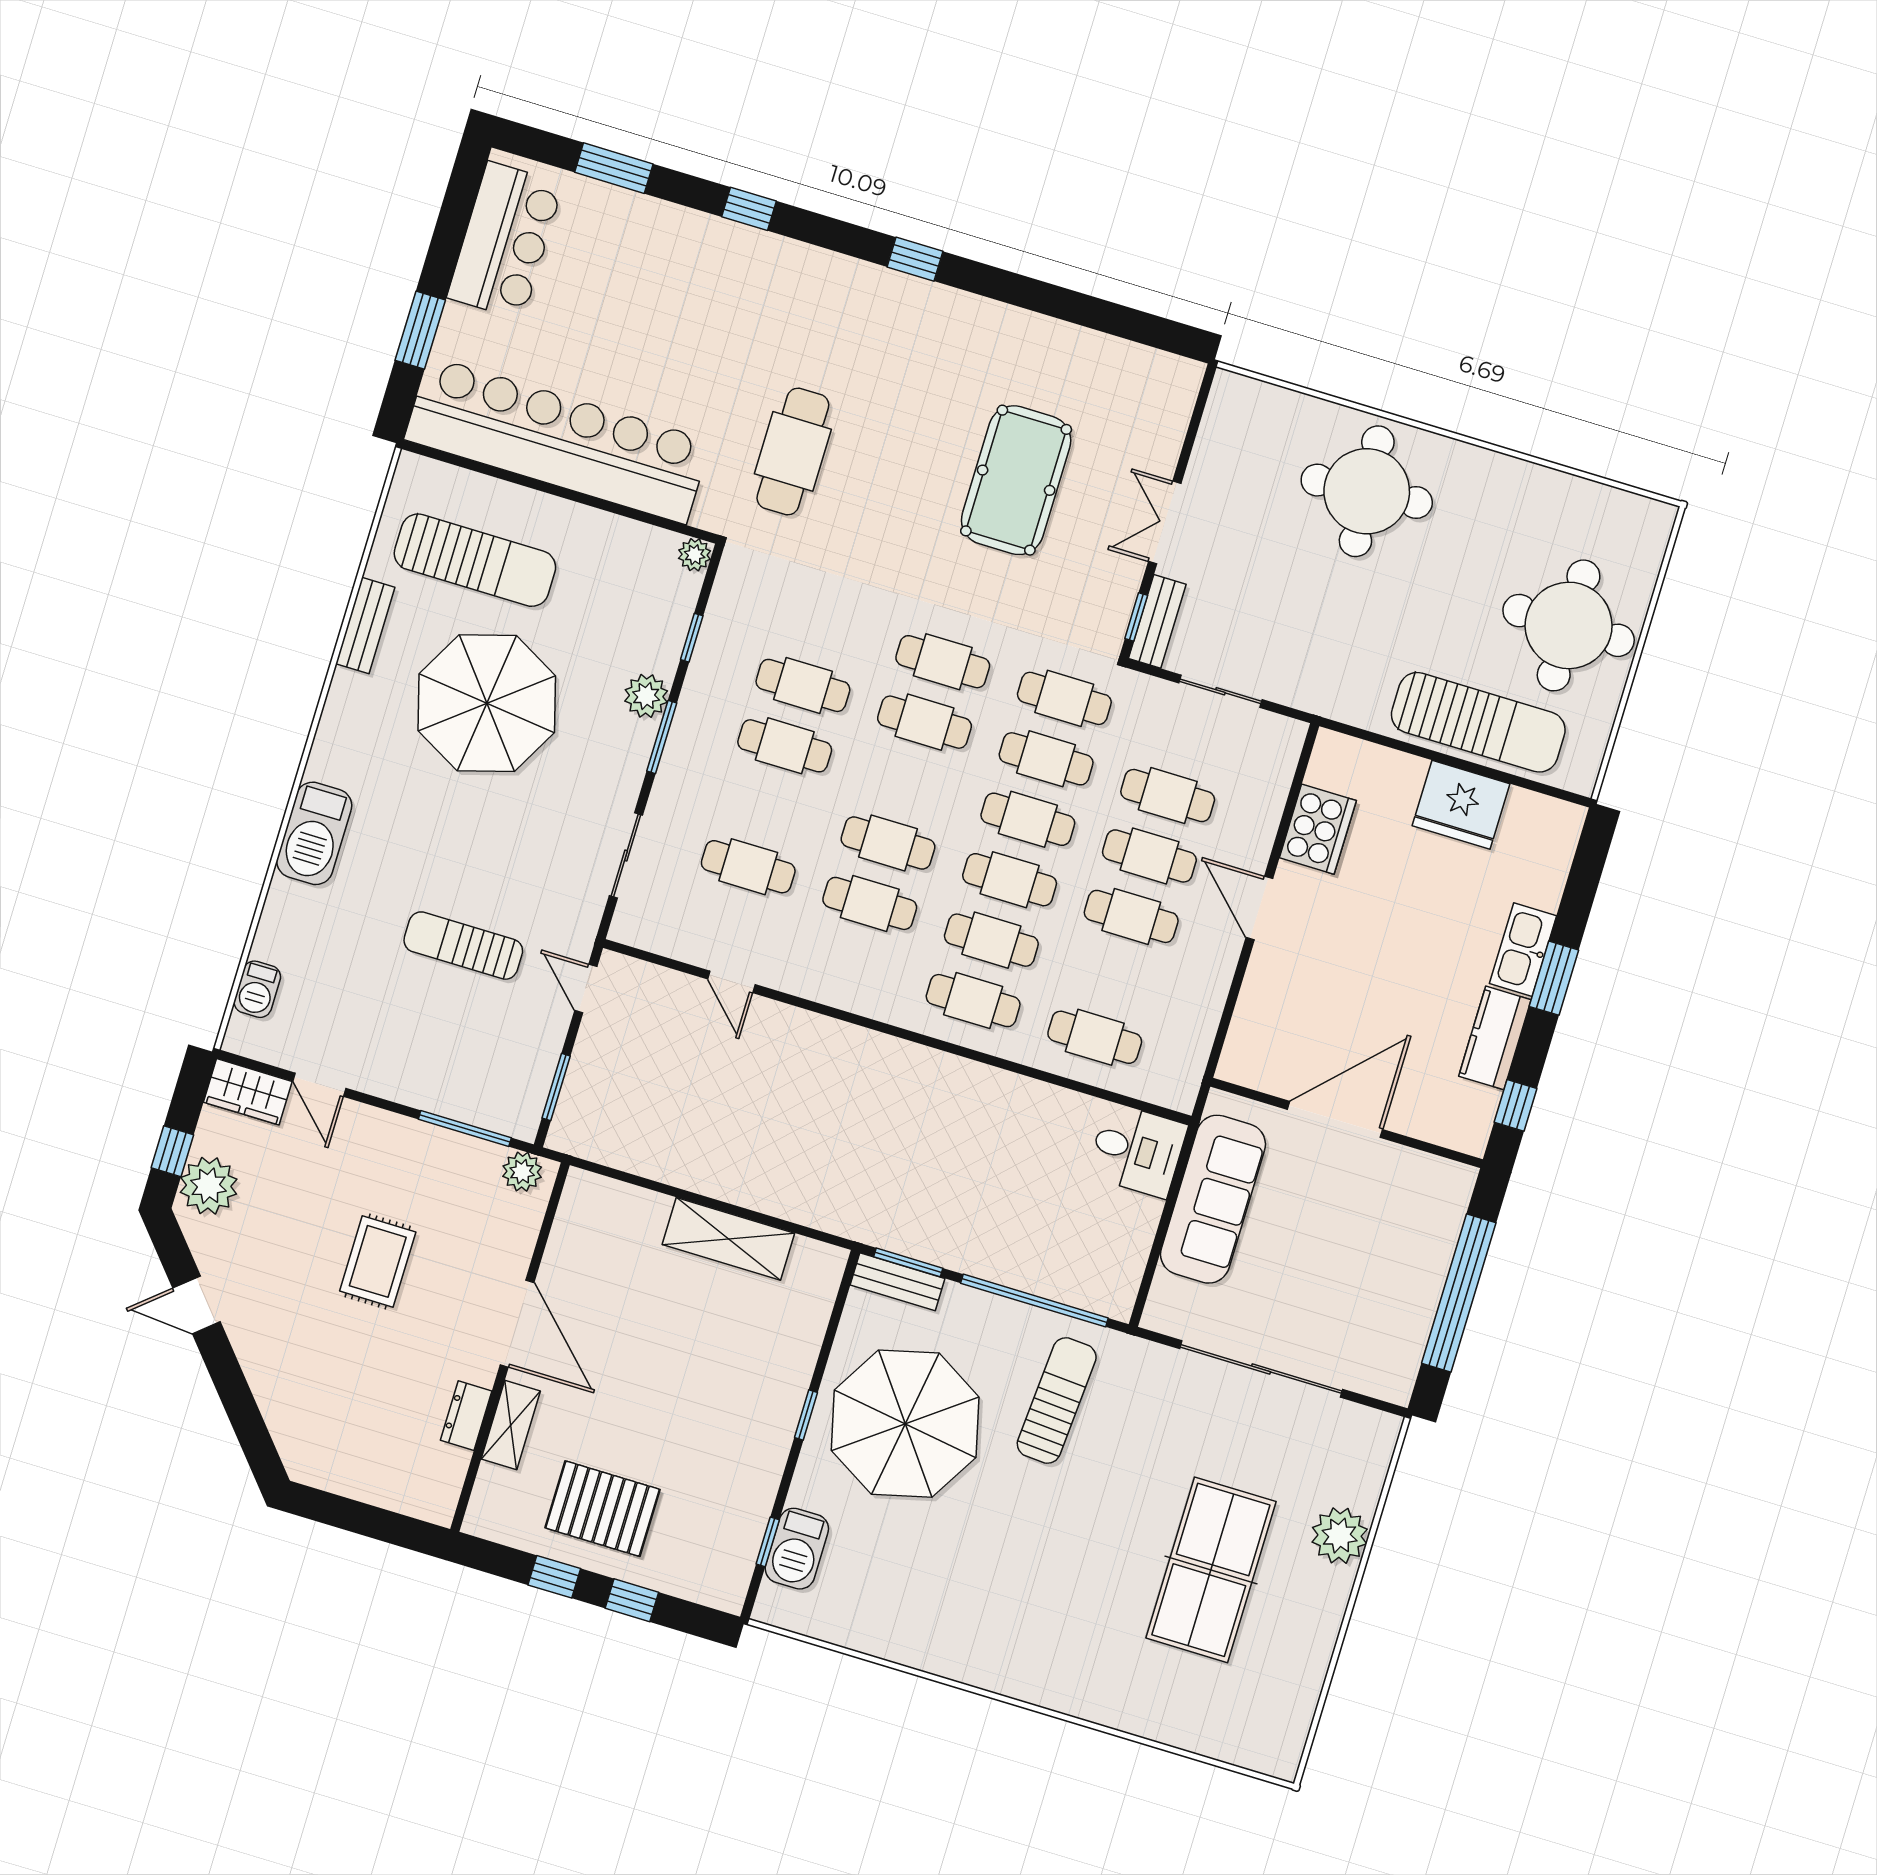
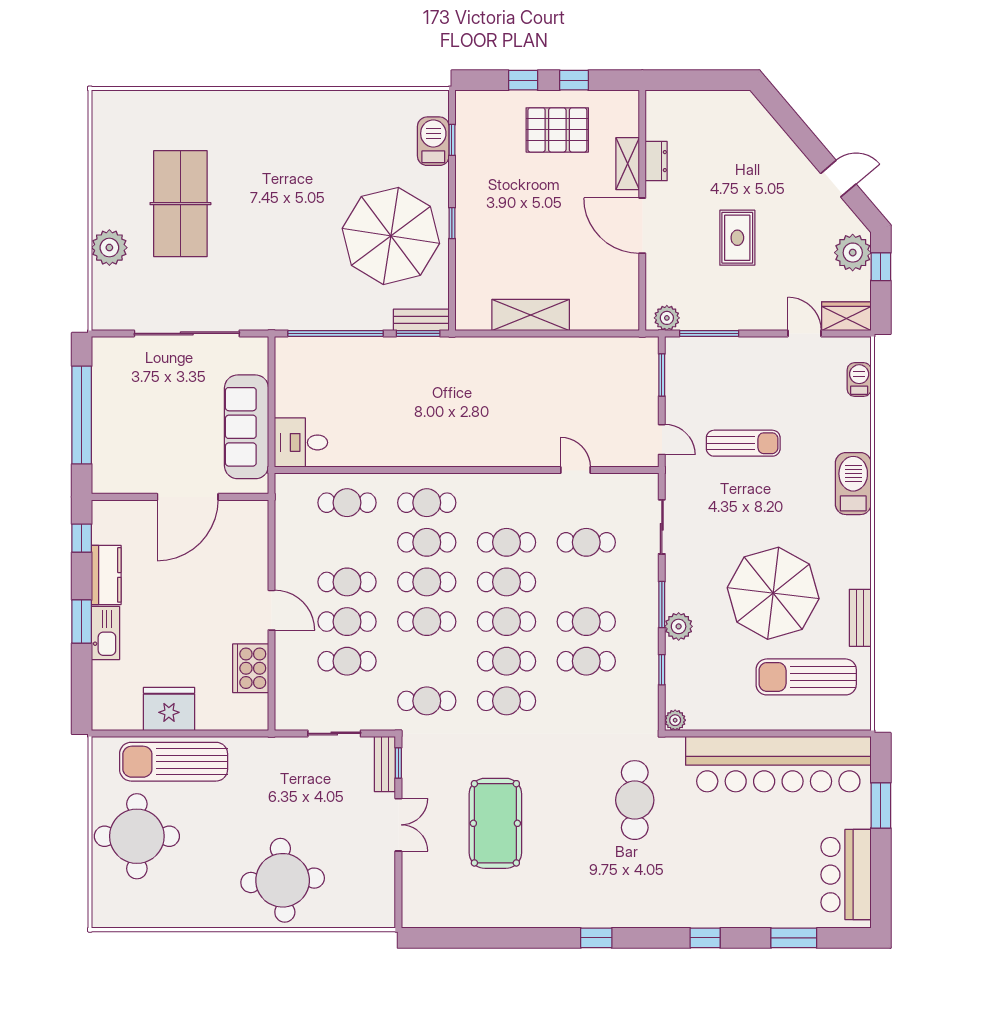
cafe table: (1046, 759) -> (507, 622), moved
sun lounger: (1057, 1401) -> (304, 277), removed

